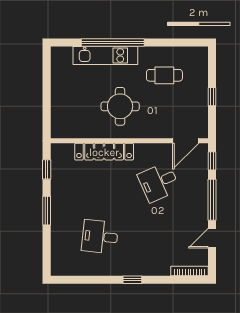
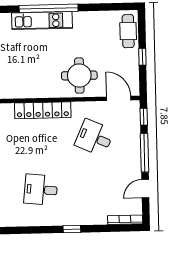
cafe table: (164, 75) -> (128, 31), moved, turned 90
round table: (120, 106) -> (79, 75), moved
door: (186, 141) -> (119, 98), swing flipped
desk: (159, 182) -> (94, 138), turned 48

